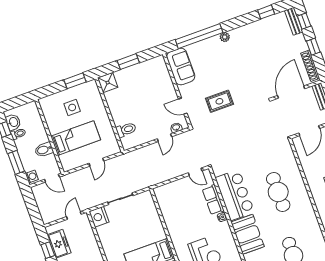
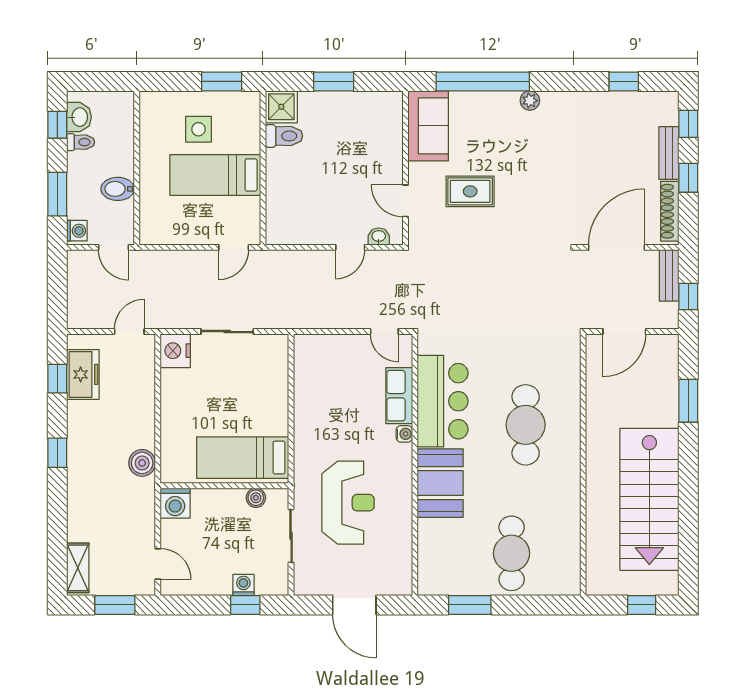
bench: (294, 21) -> (669, 153), moved
rug: (219, 101) -> (470, 191), moved
toilet: (126, 130) -> (284, 136), moved
bed: (76, 138) -> (215, 175), moved, turned 180
door: (96, 162) -> (234, 247), moved

